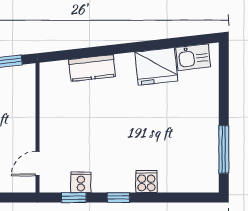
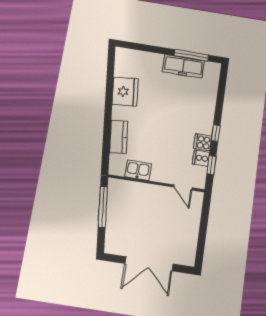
kitchen sink: (193, 57) -> (138, 170), moved, turned -84
freezer: (206, 141) -> (183, 66), added
cooker: (146, 182) -> (203, 142), moved

